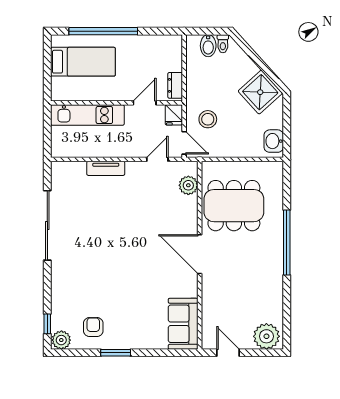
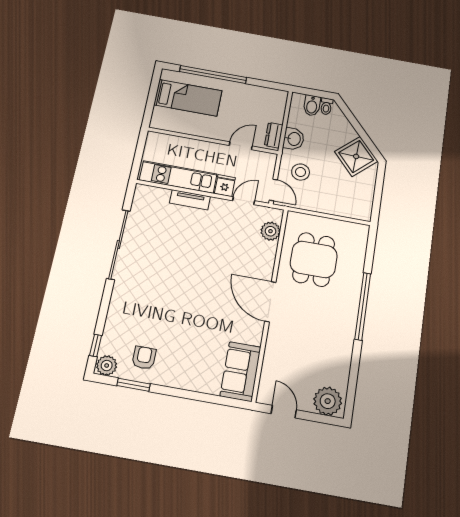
kitchen unit: (87, 115) -> (178, 177), moved, turned 180
fridge: (174, 115) -> (225, 186), moved, turned 180
washbasin: (274, 141) -> (294, 139), moved, turned 180
dining table: (234, 206) -> (314, 259), width x0.73
window: (116, 353) -> (134, 385), moved

